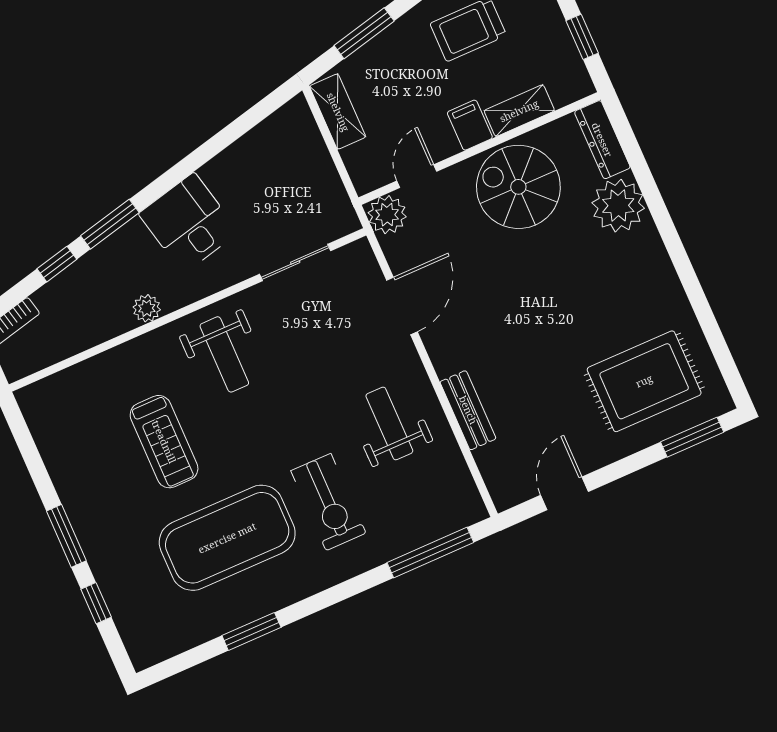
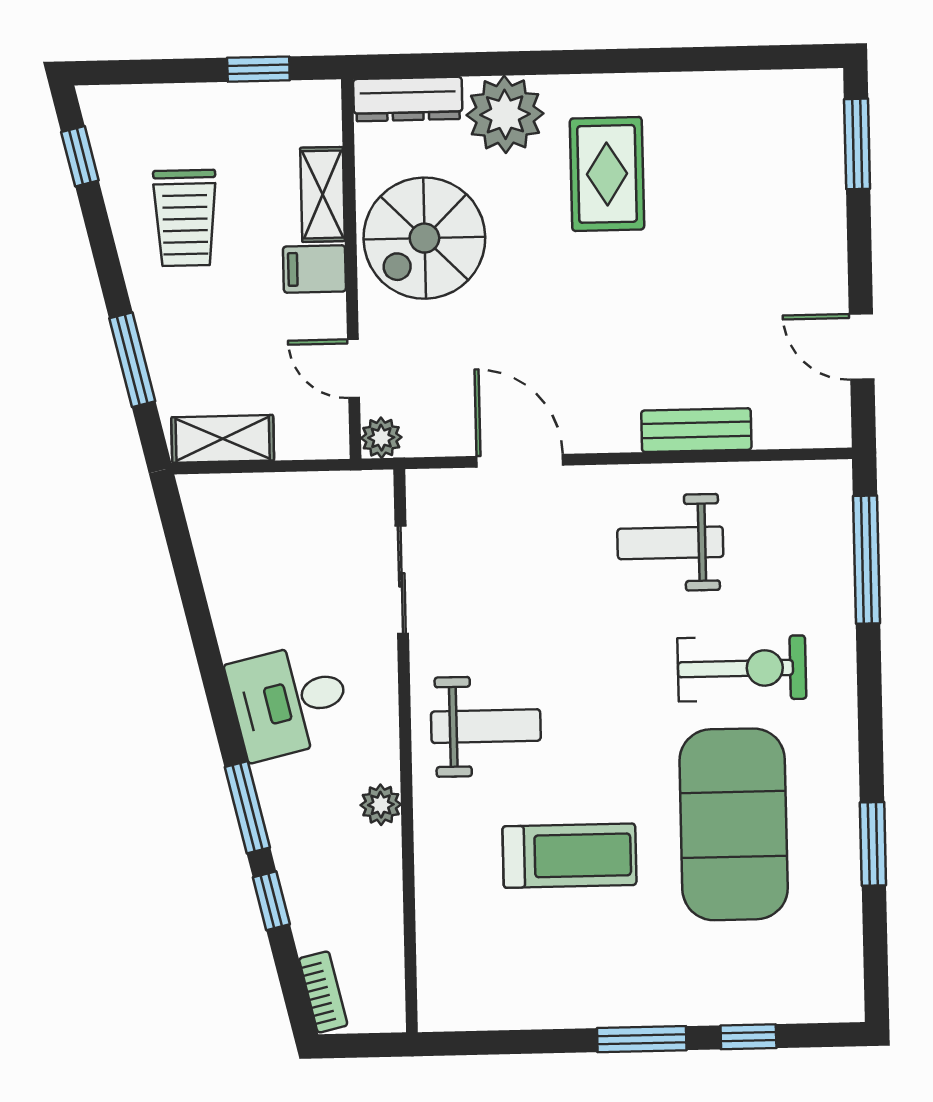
plant: (387, 215) -> (381, 438), width x0.73, depth x0.73
rug: (644, 381) -> (607, 174), moved, width x0.73, depth x0.70

